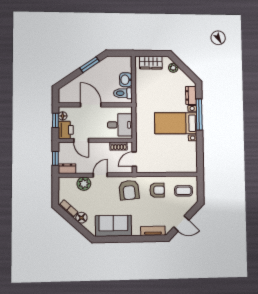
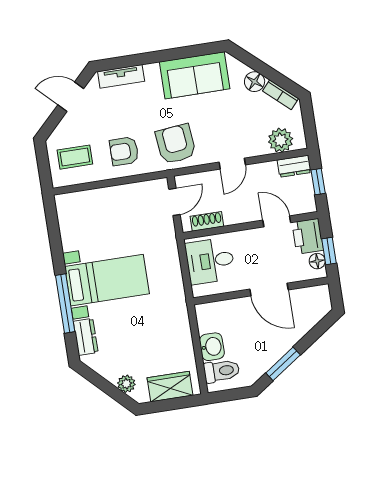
toilet: (123, 93) -> (222, 371), moved
plant: (84, 184) -> (281, 140), moved

